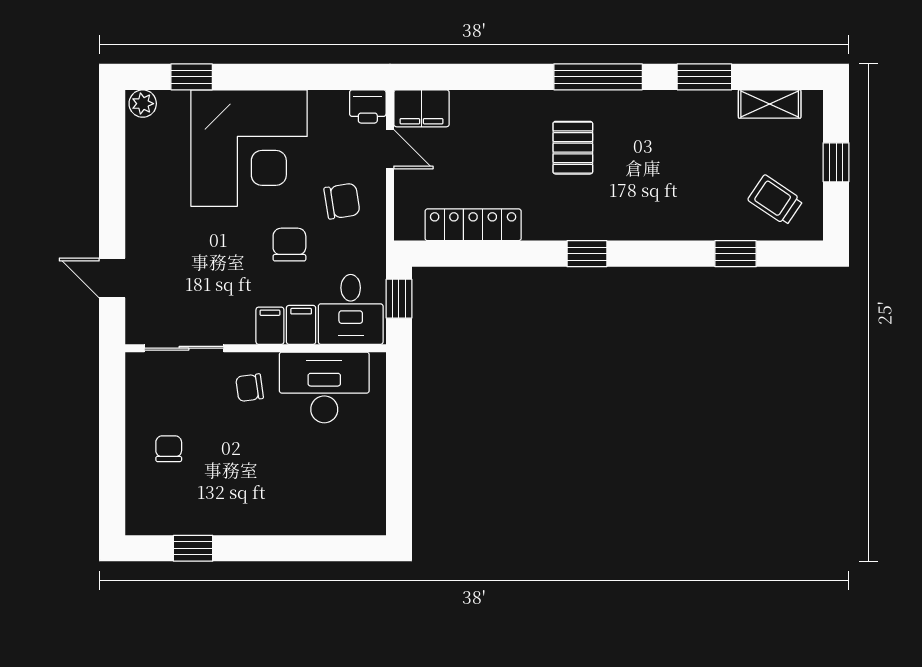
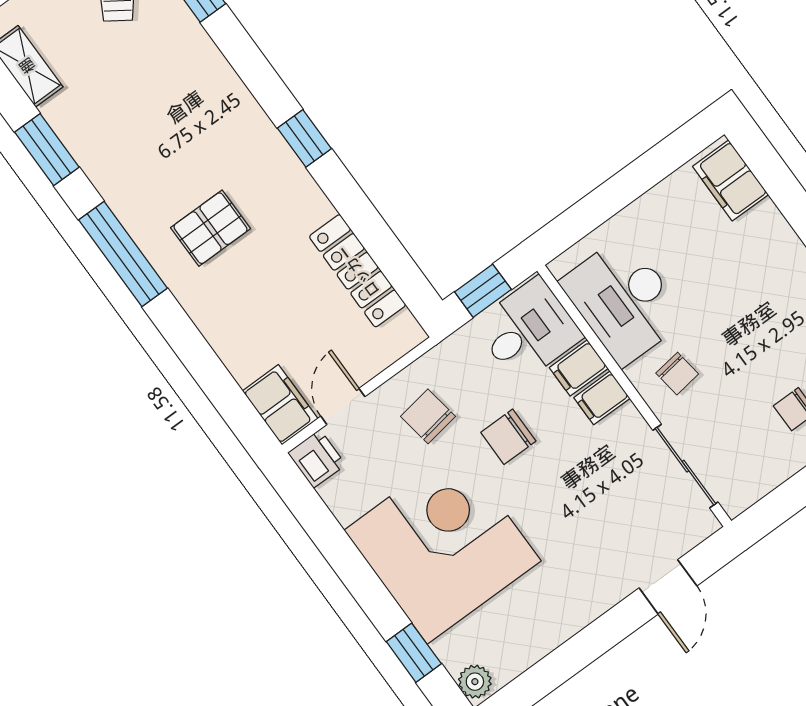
filing cabinet: (352, 517) -> (730, 181), added

